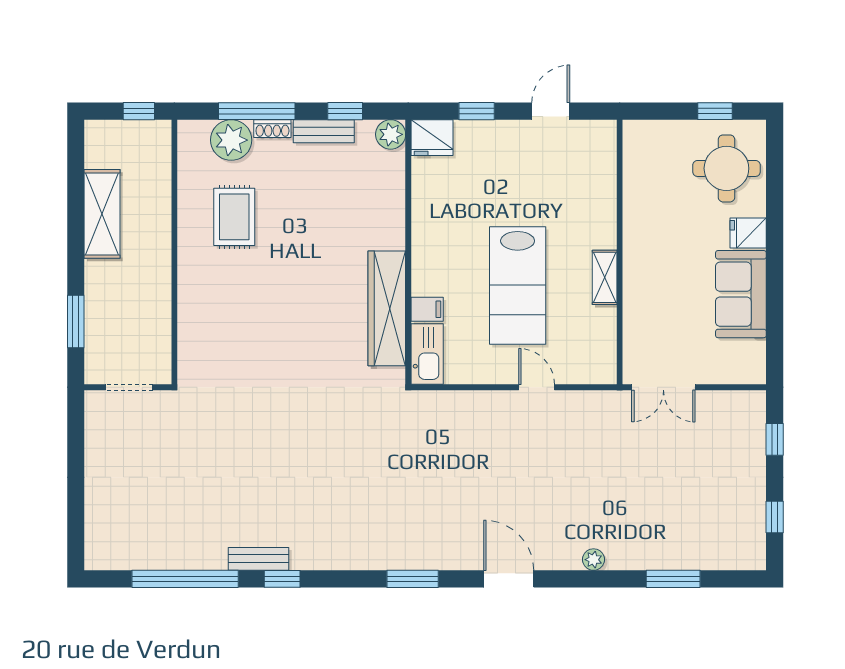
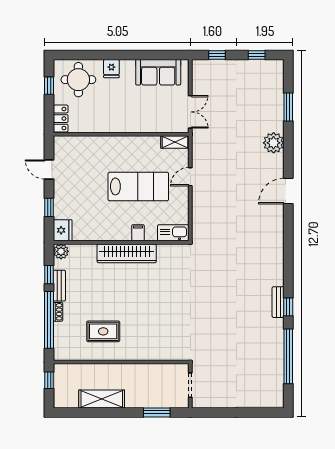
window: (257, 111) -> (49, 320), width x1.46
locker: (650, 134) -> (61, 119), added
plant: (231, 140) -> (64, 333), removed
shelving: (605, 277) -> (175, 142), moved
sofa: (741, 294) -> (158, 72), moved
wardrobe: (387, 308) -> (127, 253), moved
filing cabinet: (427, 309) -> (138, 233), moved
bench: (259, 559) -> (278, 302), moved
plant: (594, 560) -> (274, 143), width x1.88, depth x1.88
window: (413, 579) -> (288, 240), removed

